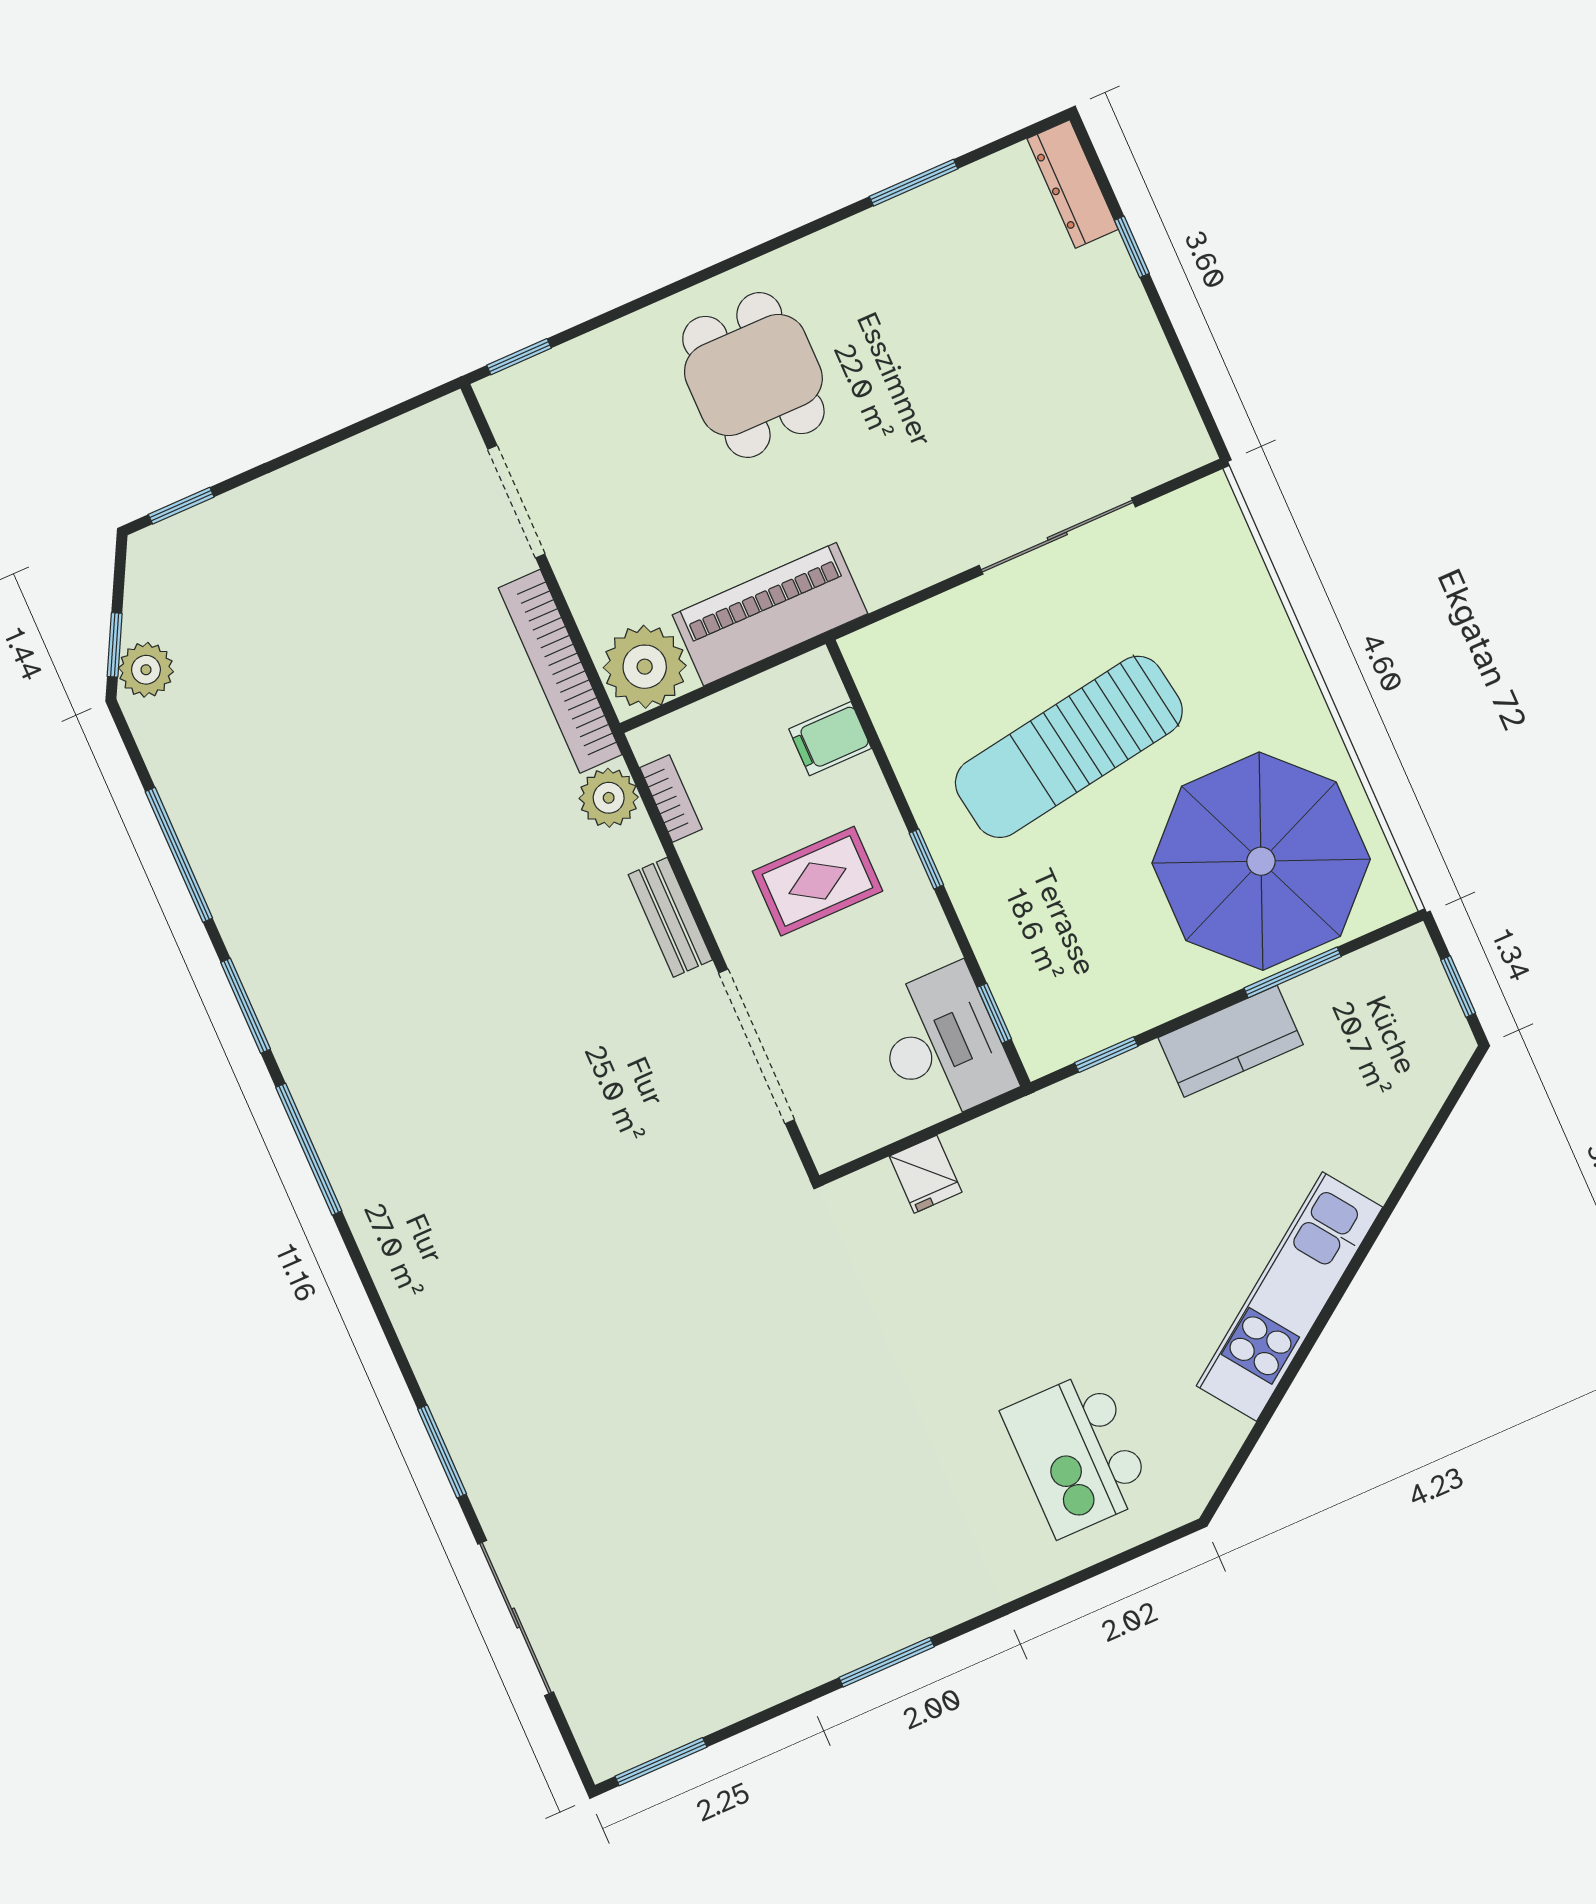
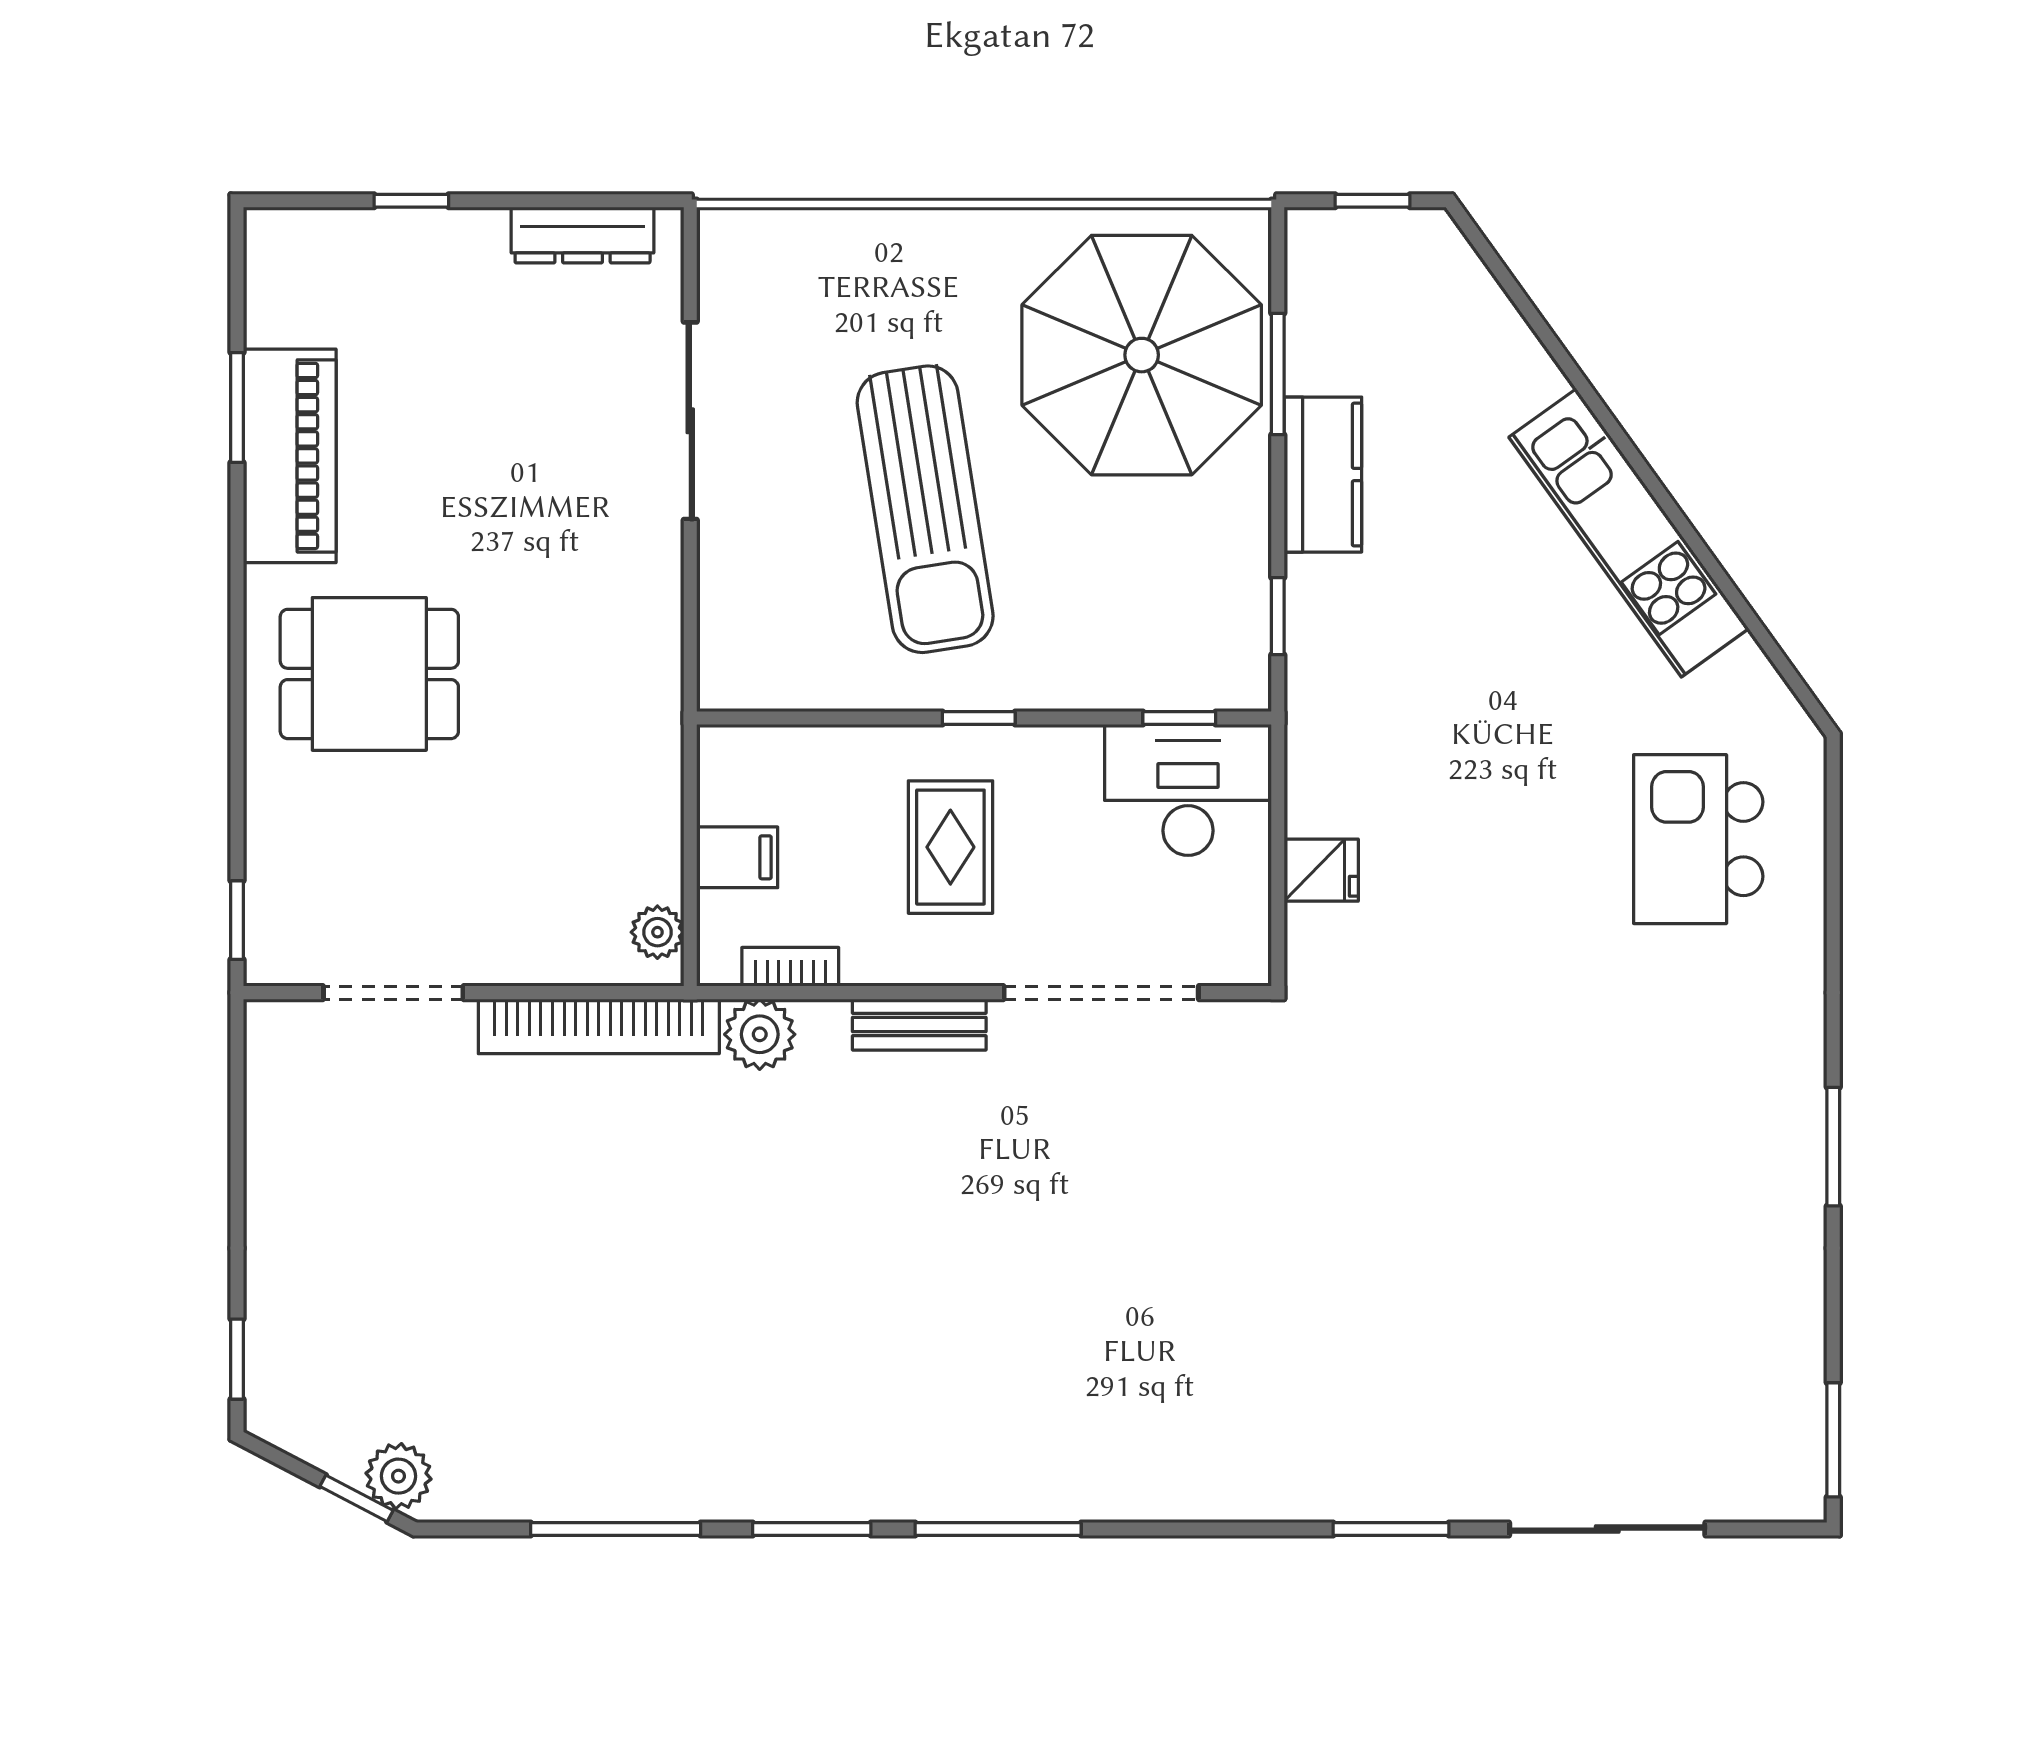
dresser: (1073, 184) -> (583, 235), moved
piano: (770, 614) -> (290, 456), moved, turned 180
plant: (645, 667) -> (657, 932), width x0.53, depth x0.53
filing cabinet: (830, 739) -> (737, 857), moved, turned -90
kitchen island: (1077, 1454) -> (1698, 839), turned 90

